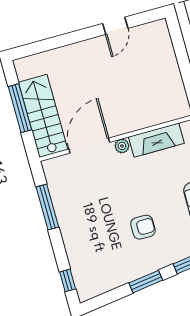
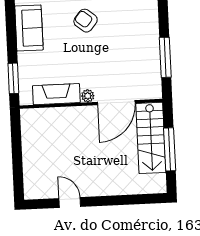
door: (115, 26) -> (70, 202), hinge flipped
armchair: (143, 227) -> (86, 21), turned 39

